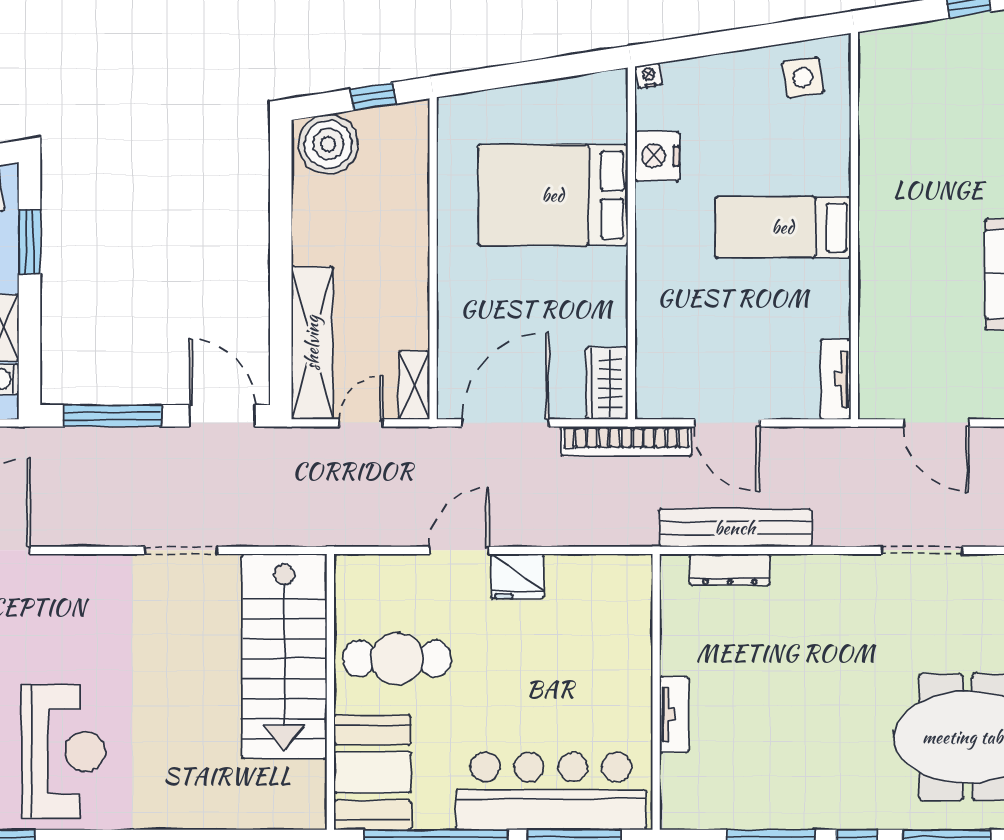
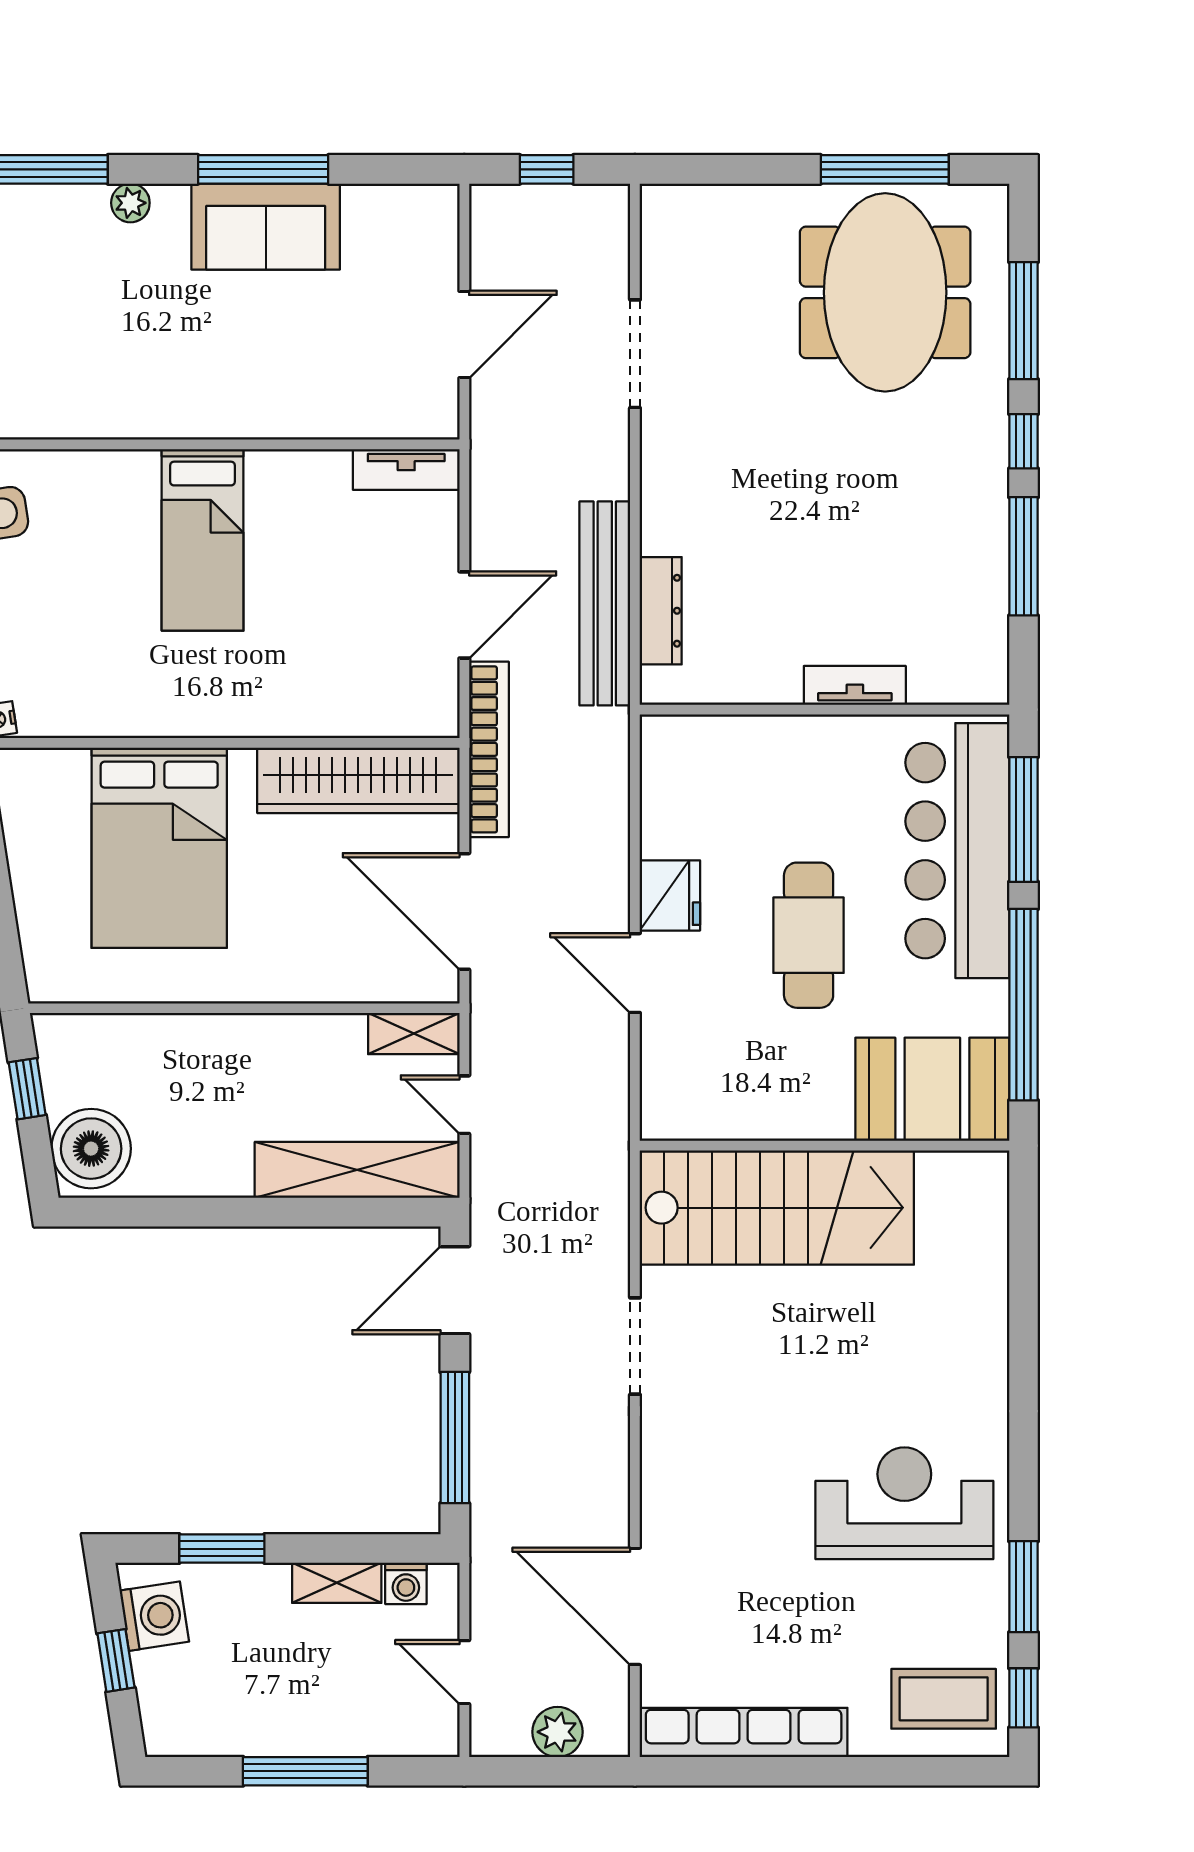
nightstand: (657, 156) -> (107, 708), removed
wardrobe: (607, 383) -> (358, 780), width x2.10, depth x1.17
cafe table: (397, 659) -> (809, 935), moved

